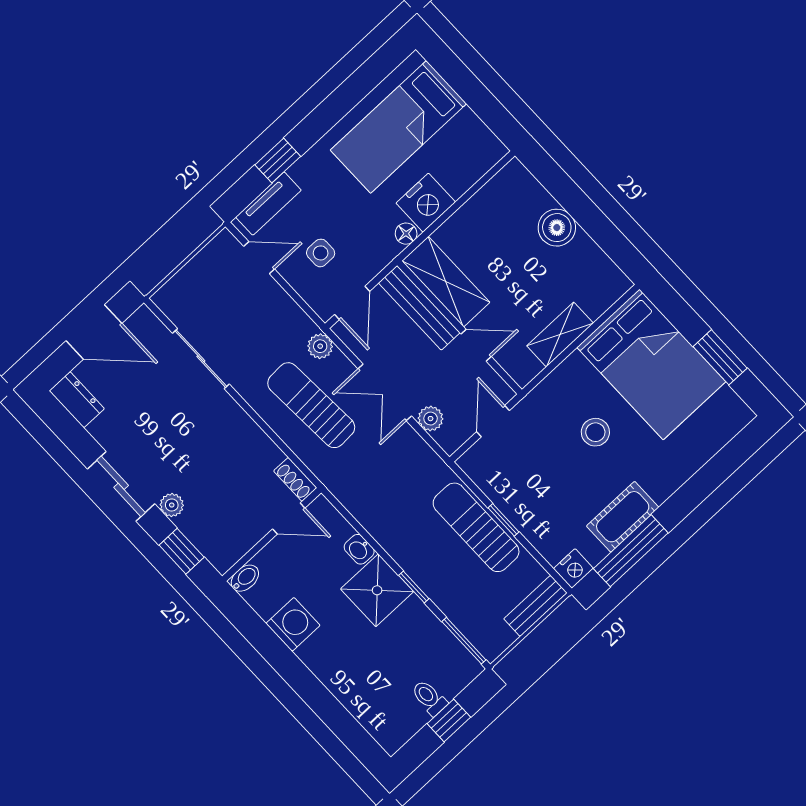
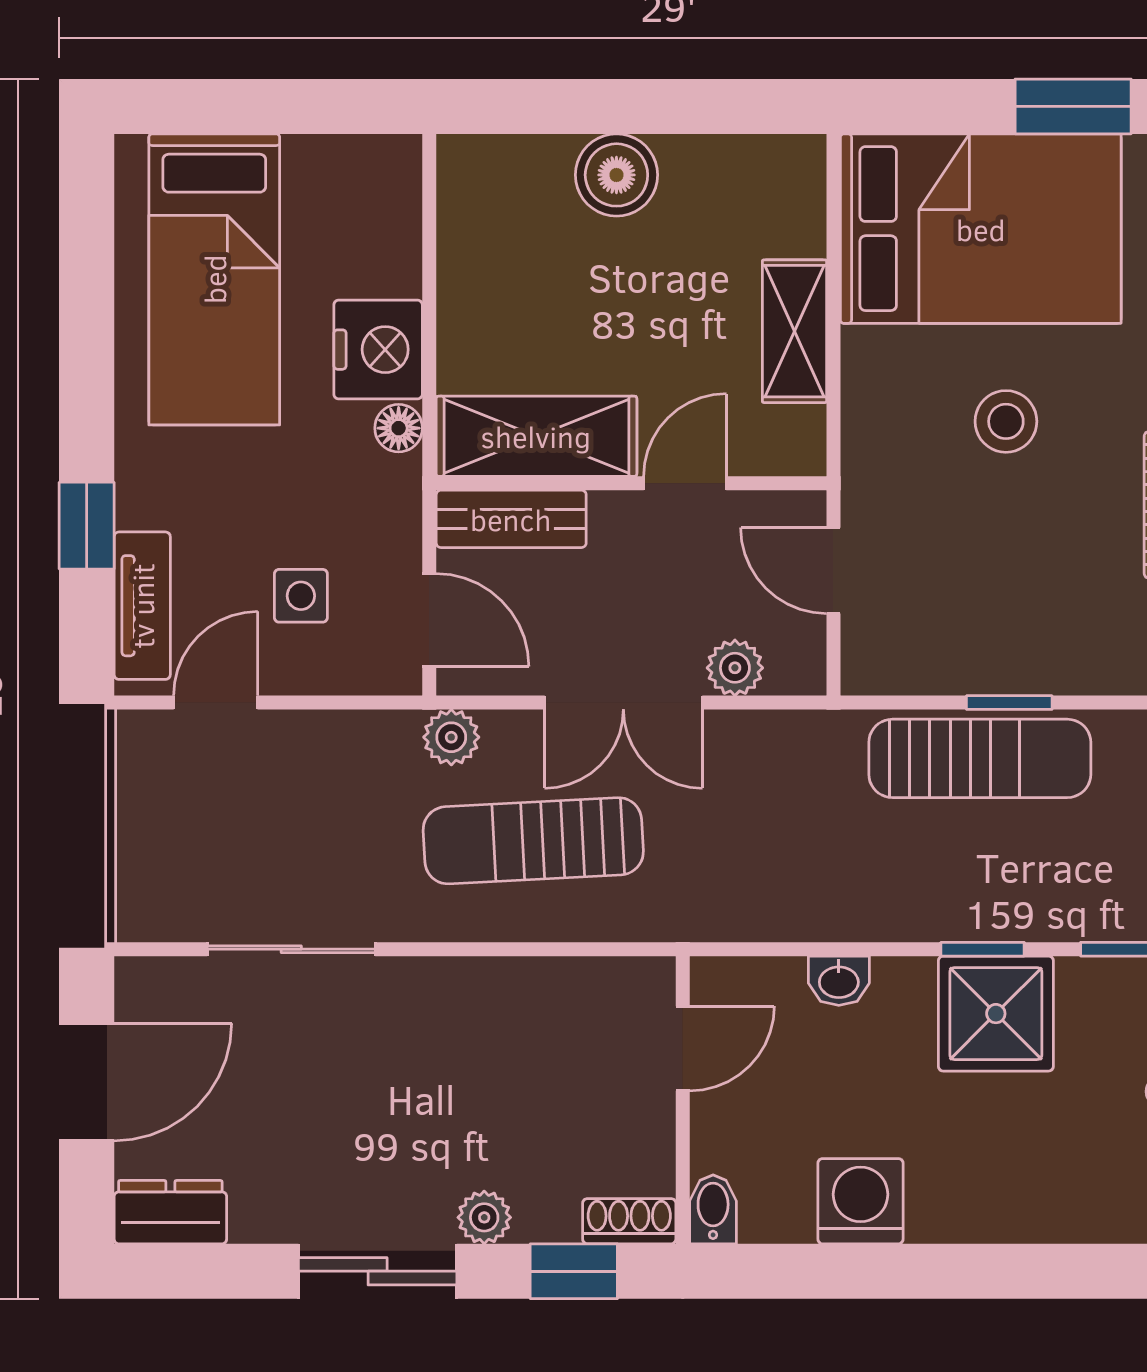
bench: (419, 308) -> (511, 519), width x0.73
shoe rack: (295, 479) -> (629, 1221), moved, turned 180
sun lounger: (476, 527) -> (980, 758), turned 180
shower: (377, 590) -> (996, 1014), moved

